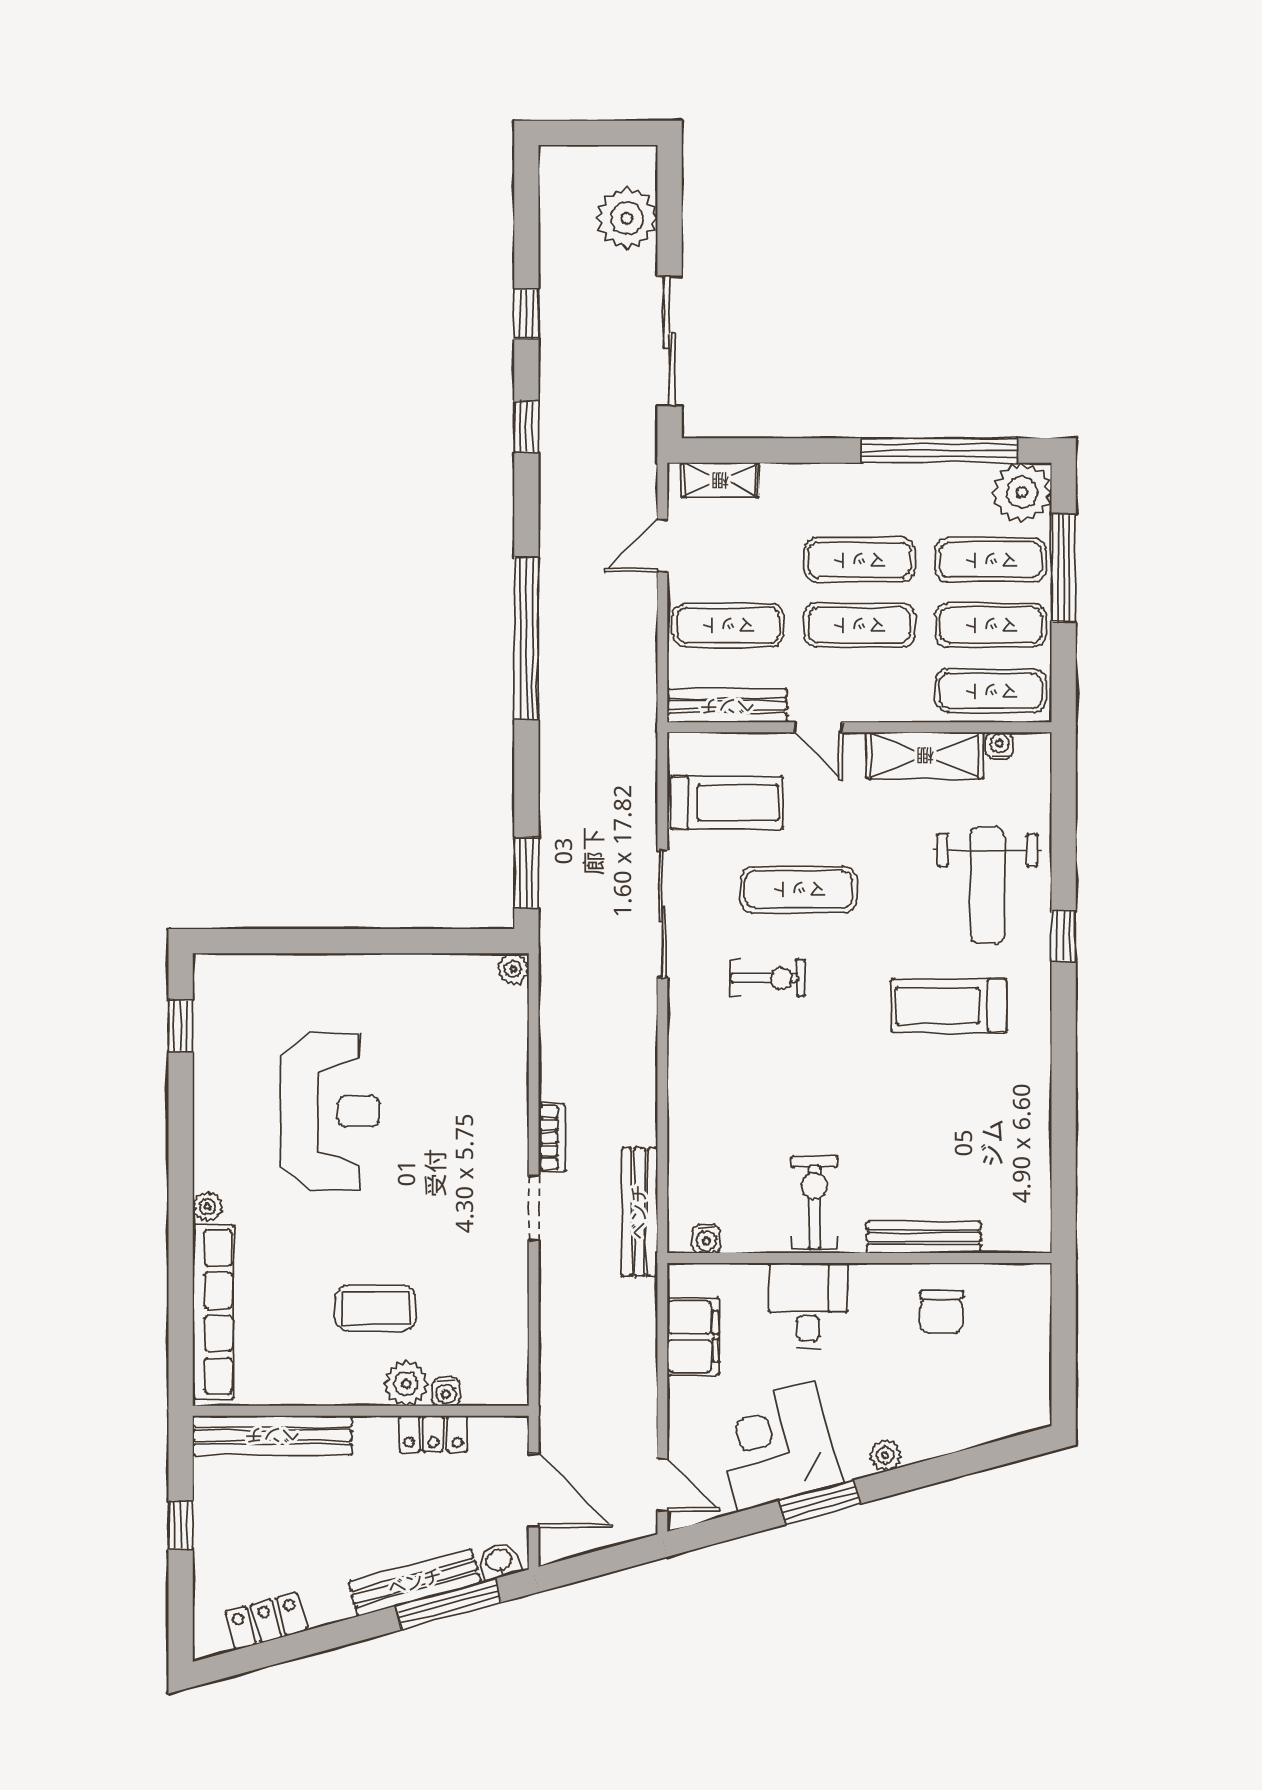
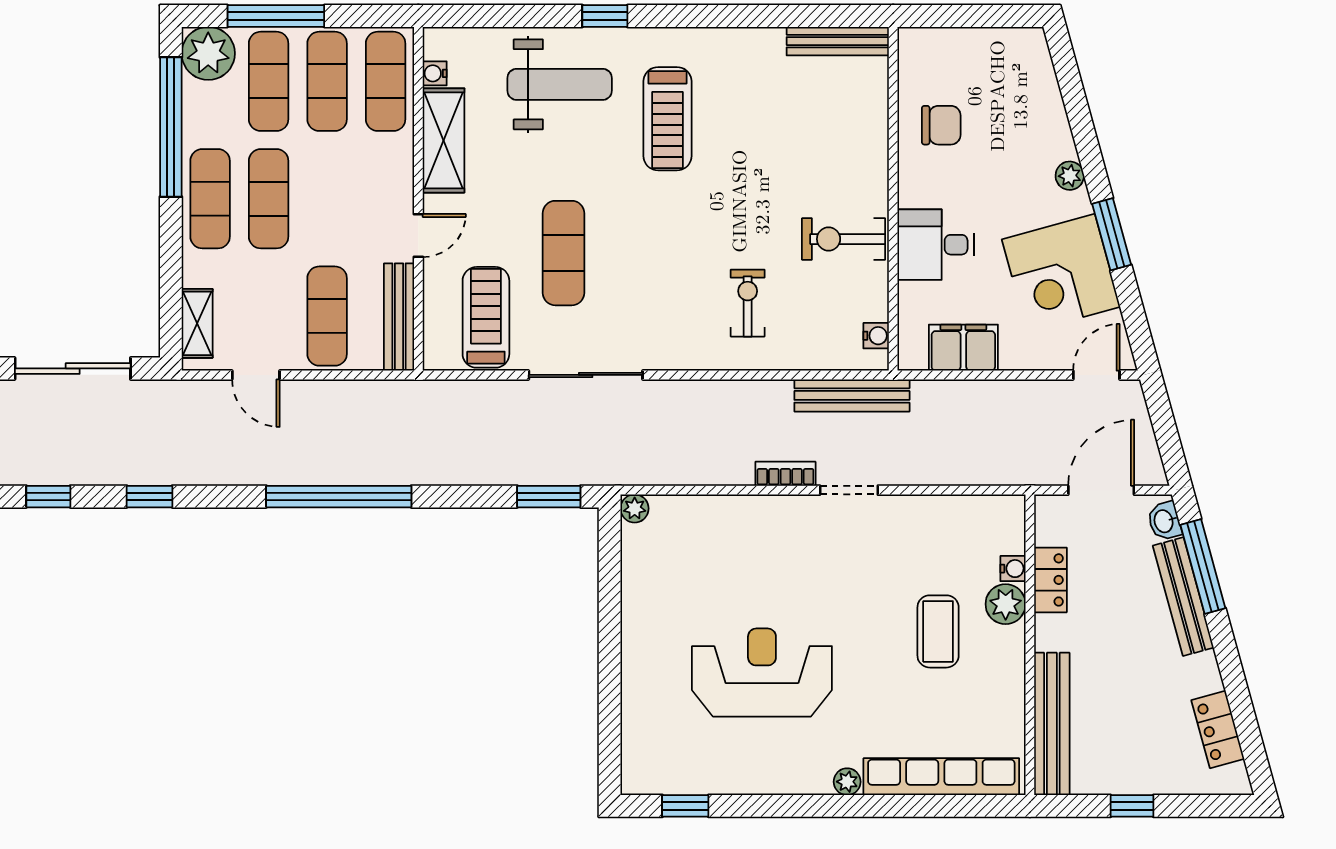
exercise mat: (859, 625) -> (210, 199), moved
exercise bike: (768, 978) -> (748, 303), moved
bench: (924, 1237) -> (838, 41), moved, turned 90

